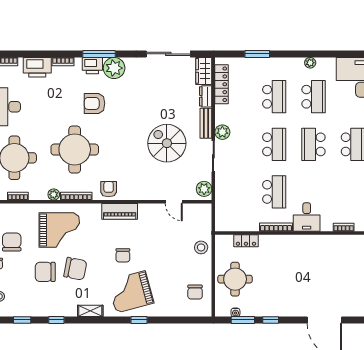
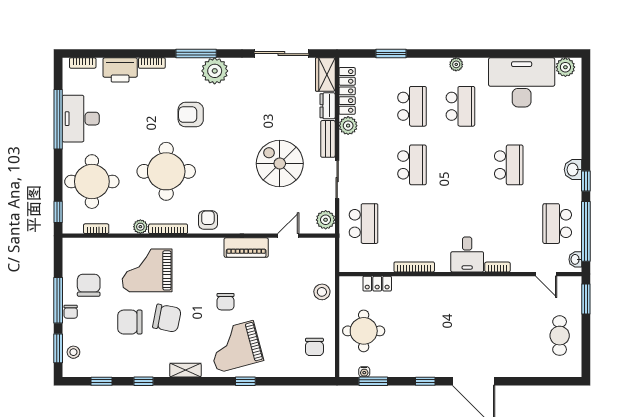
printer: (92, 66) -> (188, 68), removed
plant: (222, 132) -> (348, 126), moved
school desk: (313, 144) -> (460, 165), removed
school desk: (274, 192) -> (364, 224), moved
door: (174, 202) -> (288, 236), swing flipped
piano: (120, 211) -> (246, 248), moved
desk: (307, 217) -> (467, 254), moved
grand piano: (59, 230) -> (147, 270), turned 180
window: (271, 320) -> (425, 381), moved

